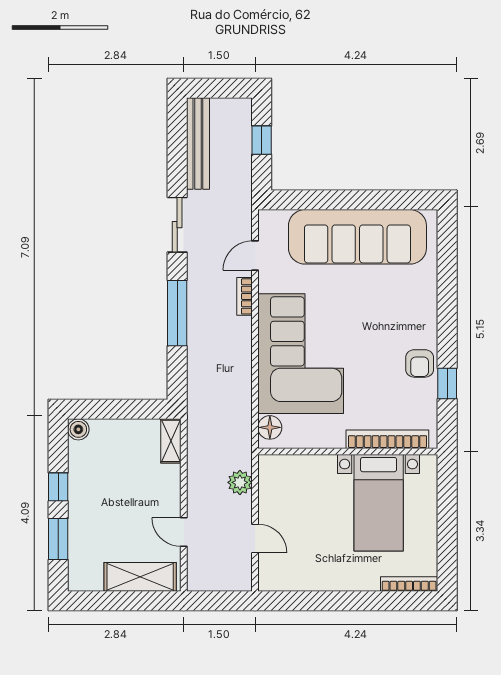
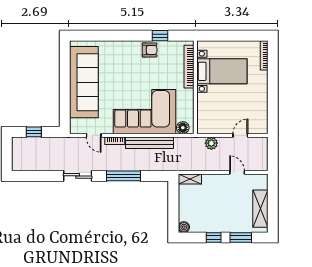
bench: (198, 144) -> (149, 143), moved
door: (184, 532) -> (237, 172), swing flipped
shelving: (140, 577) -> (260, 209), moved

